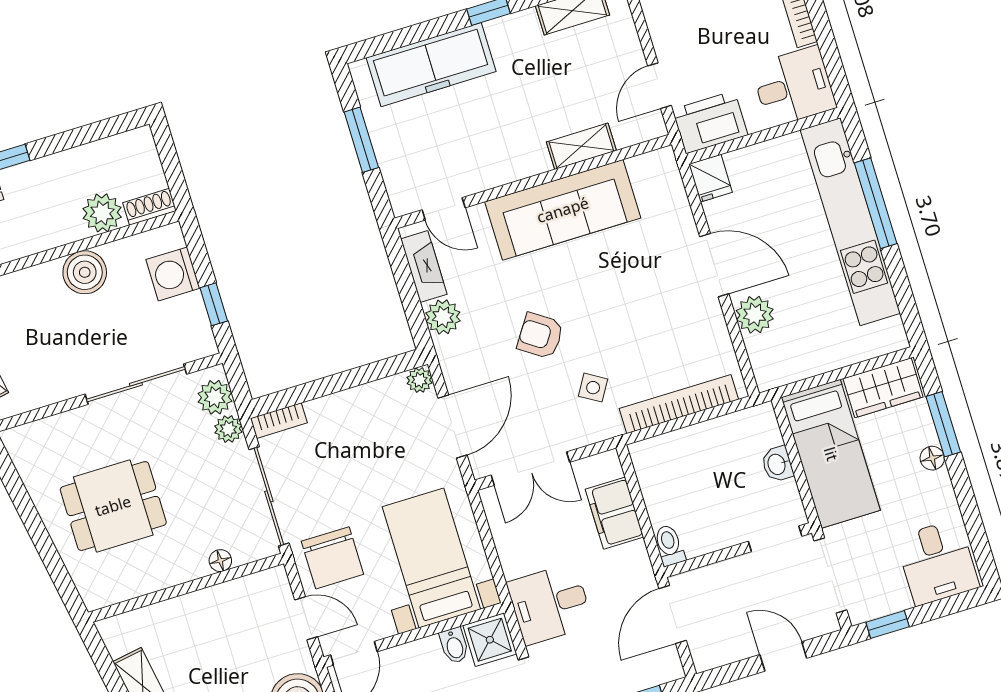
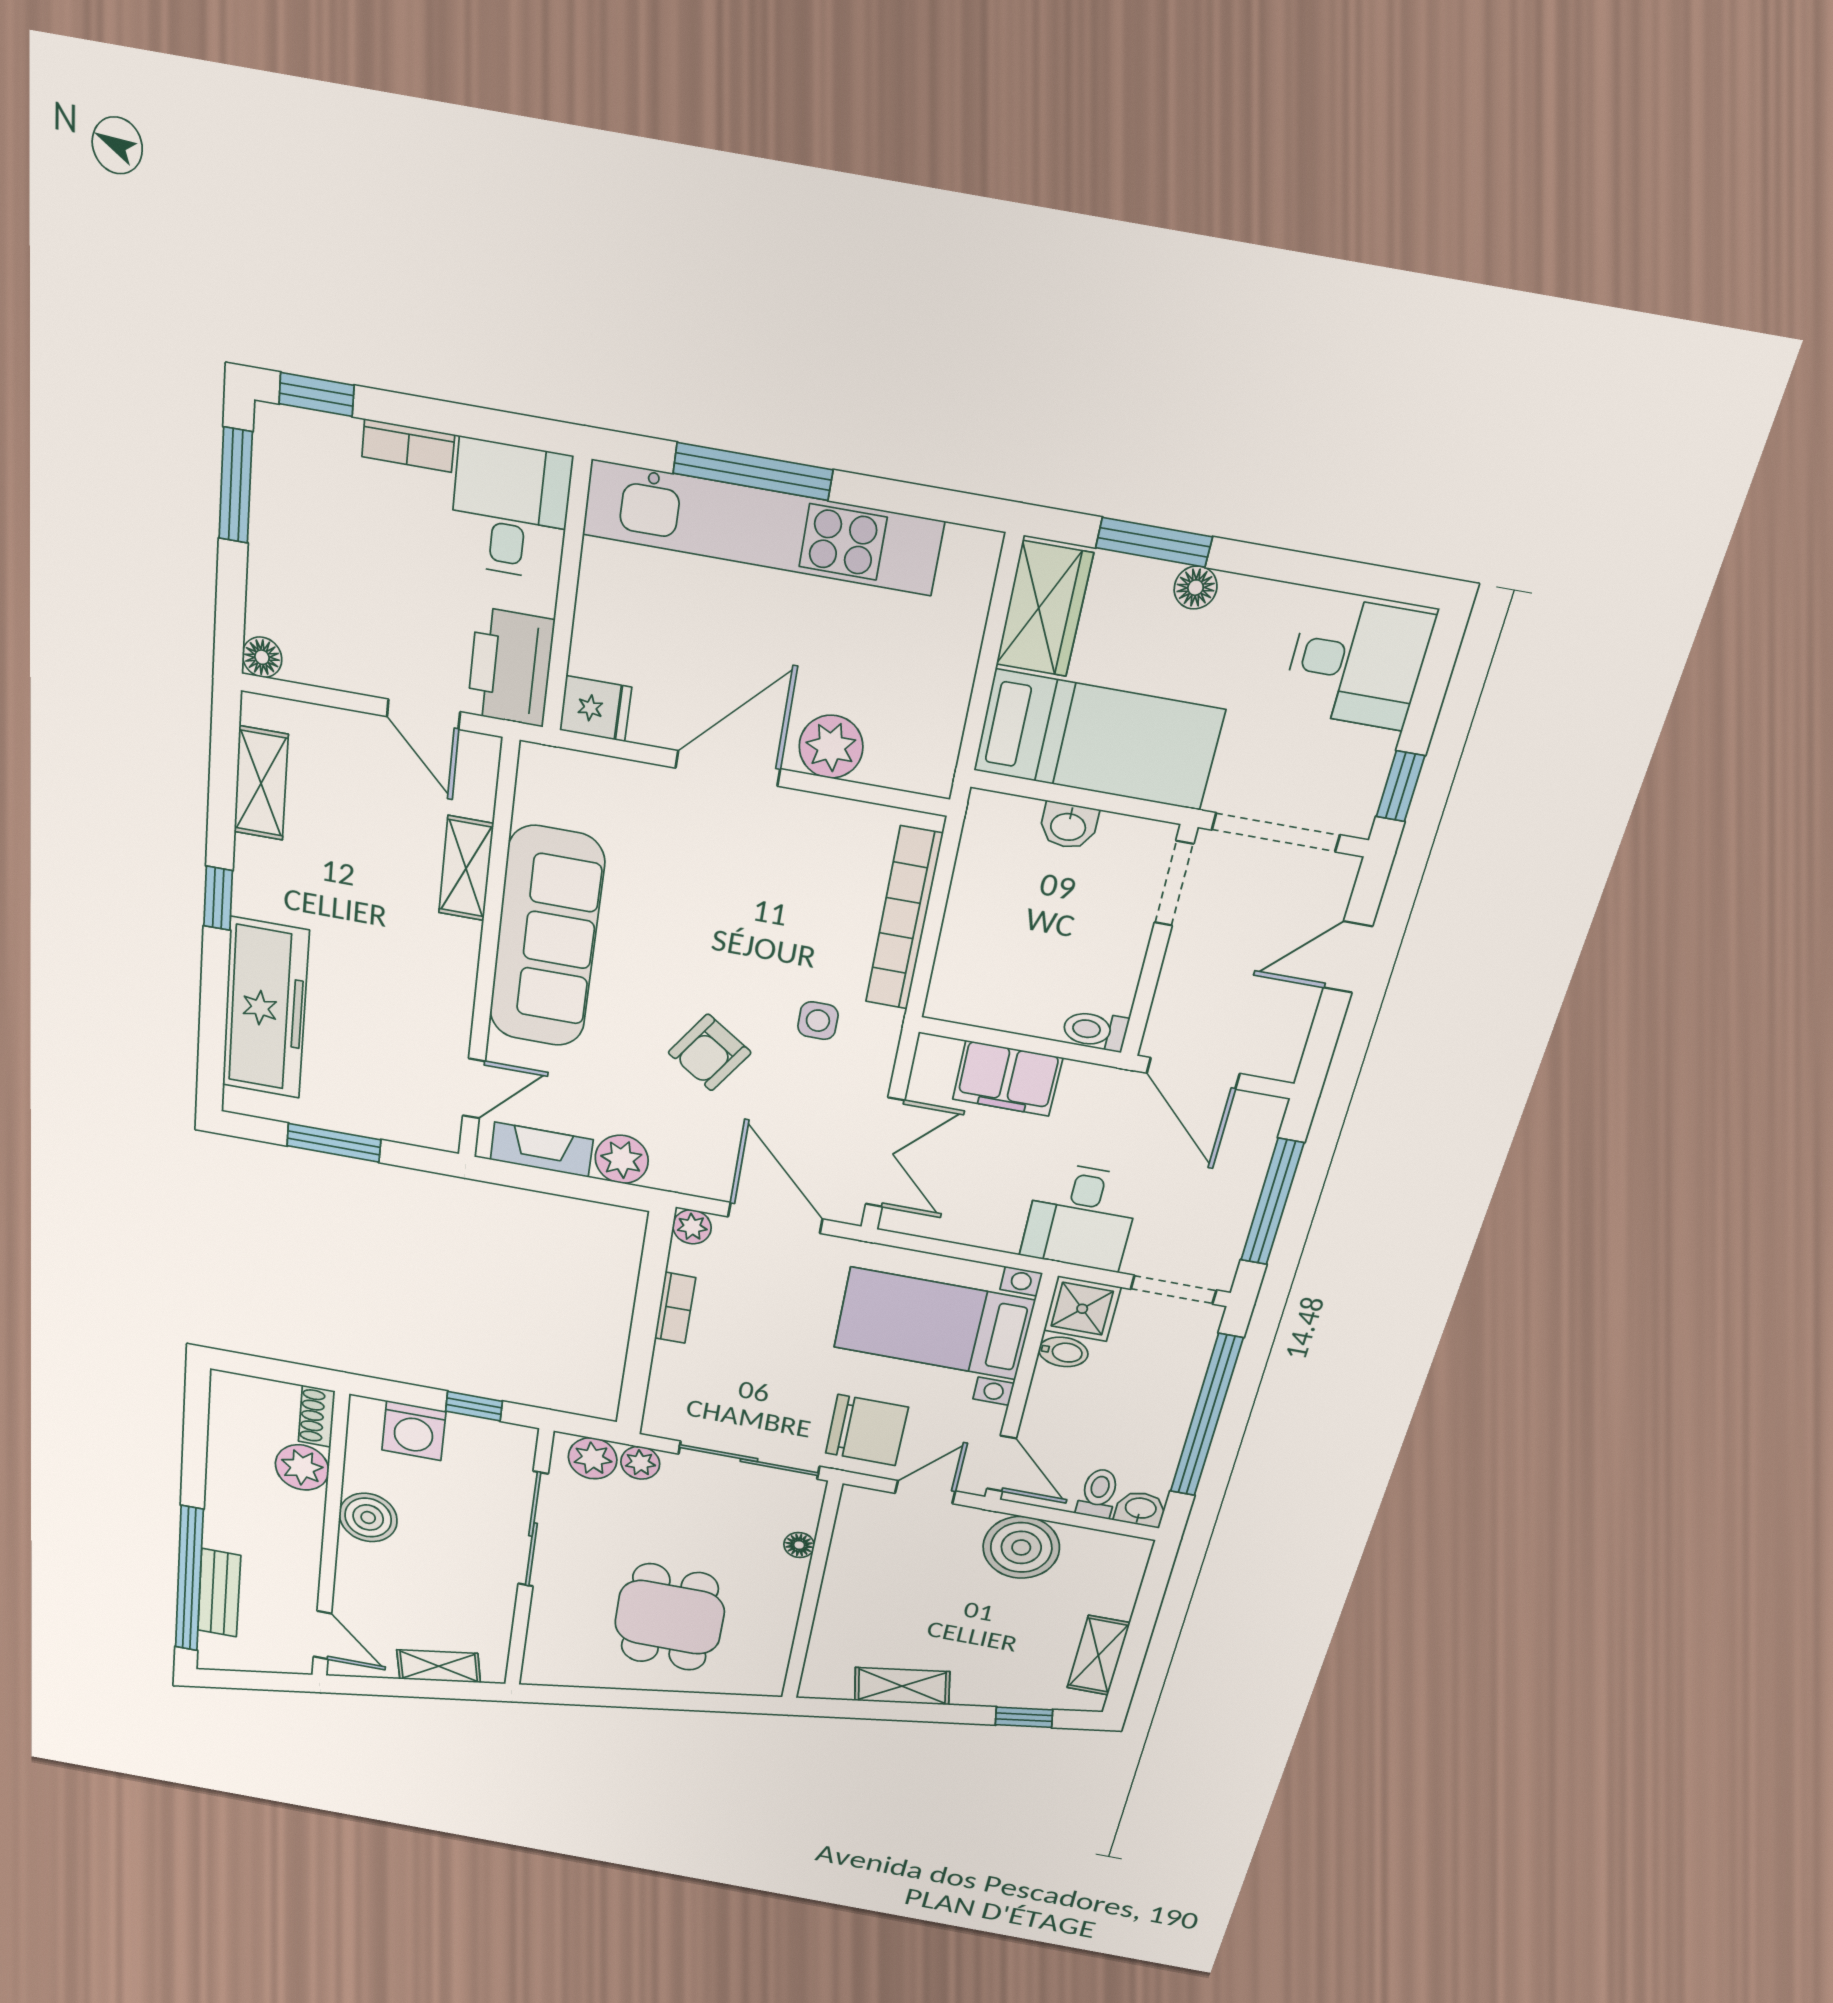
side table: (593, 388) -> (818, 1021), turned -31
bookcase: (279, 421) -> (675, 1308), moved

